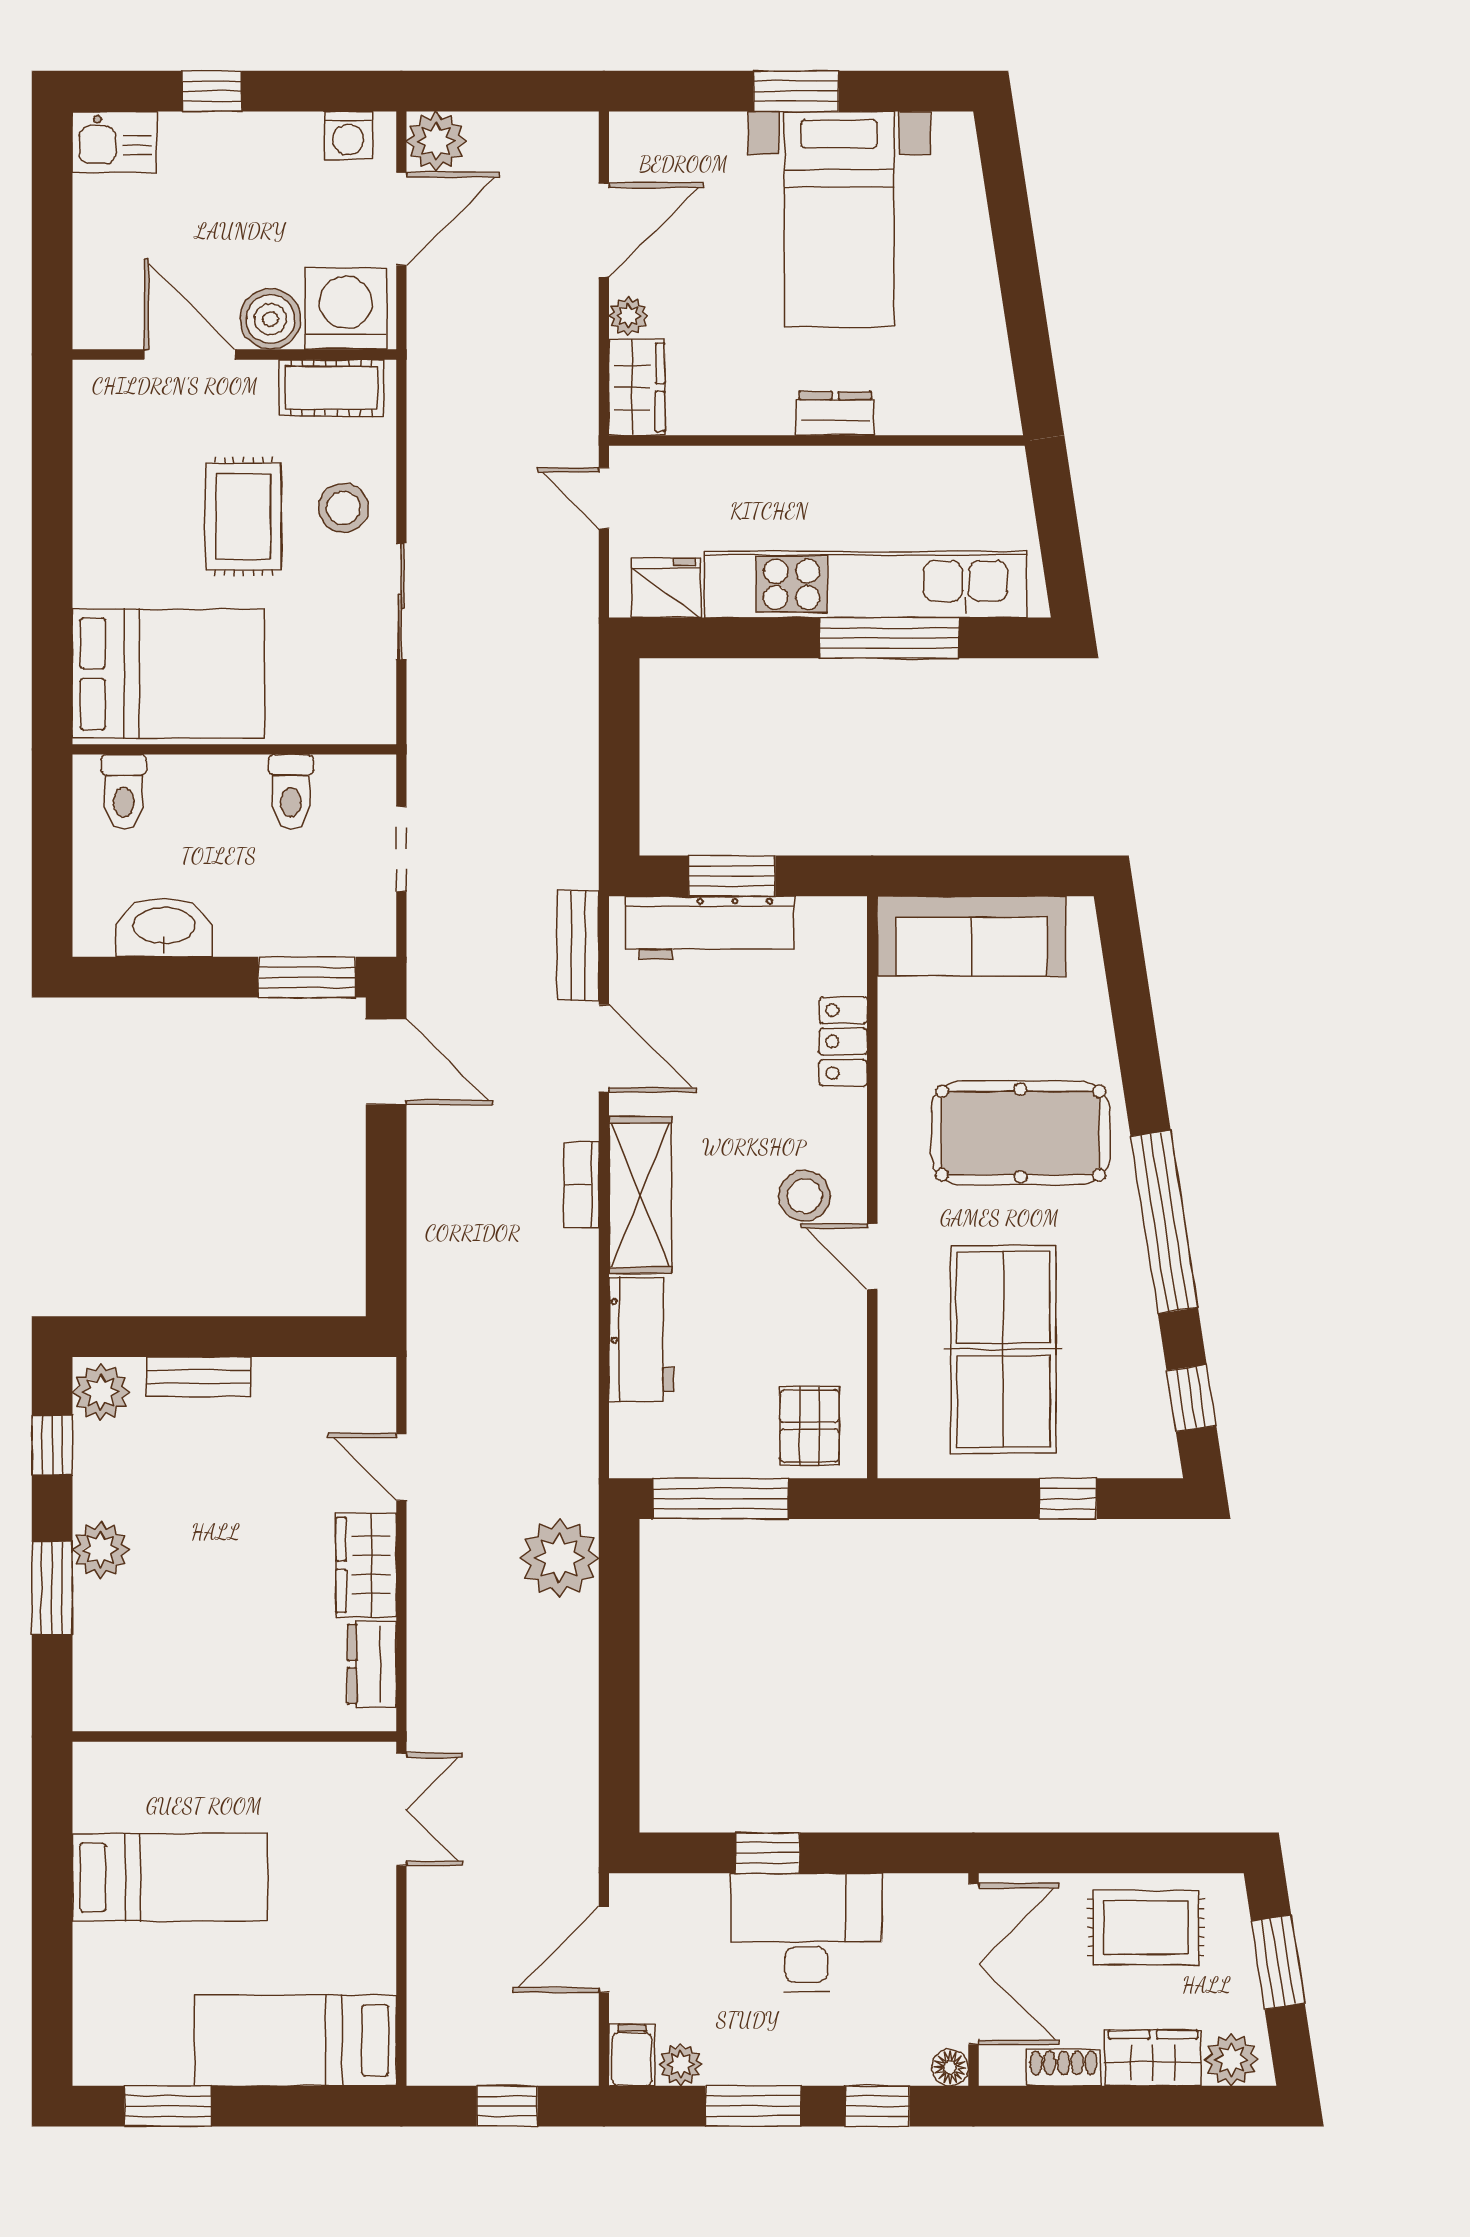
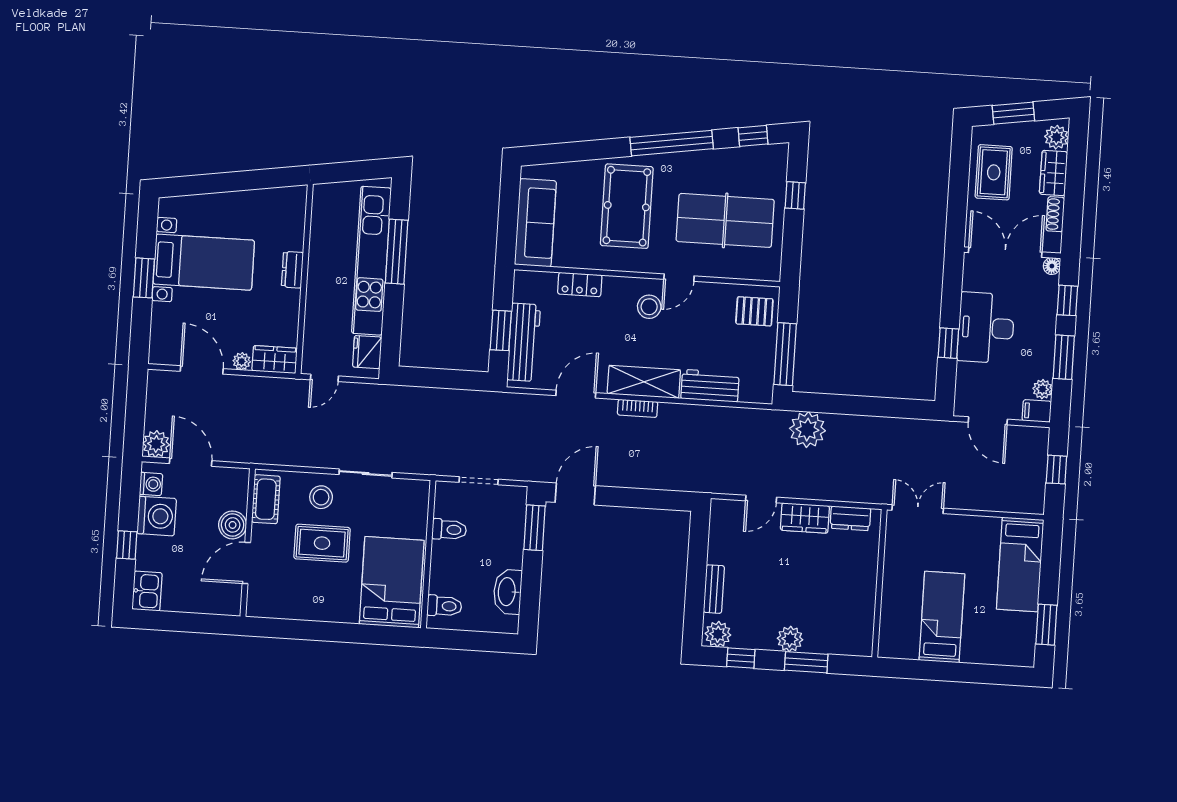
washing machine: (346, 309) -> (157, 516), moved, turned 180
bench: (578, 945) -> (528, 403), removed

